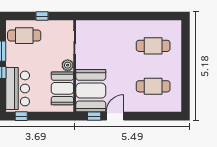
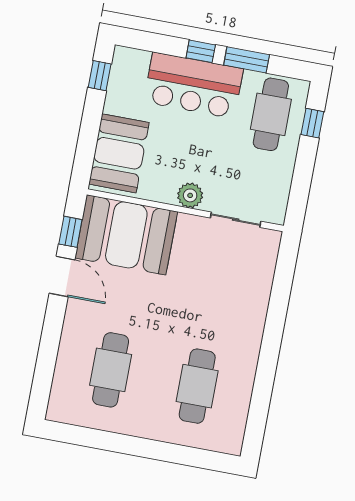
window: (42, 16) -> (312, 123), moved
bar counter: (18, 88) -> (194, 85), moved
booth: (62, 88) -> (119, 153), moved, turned 90

